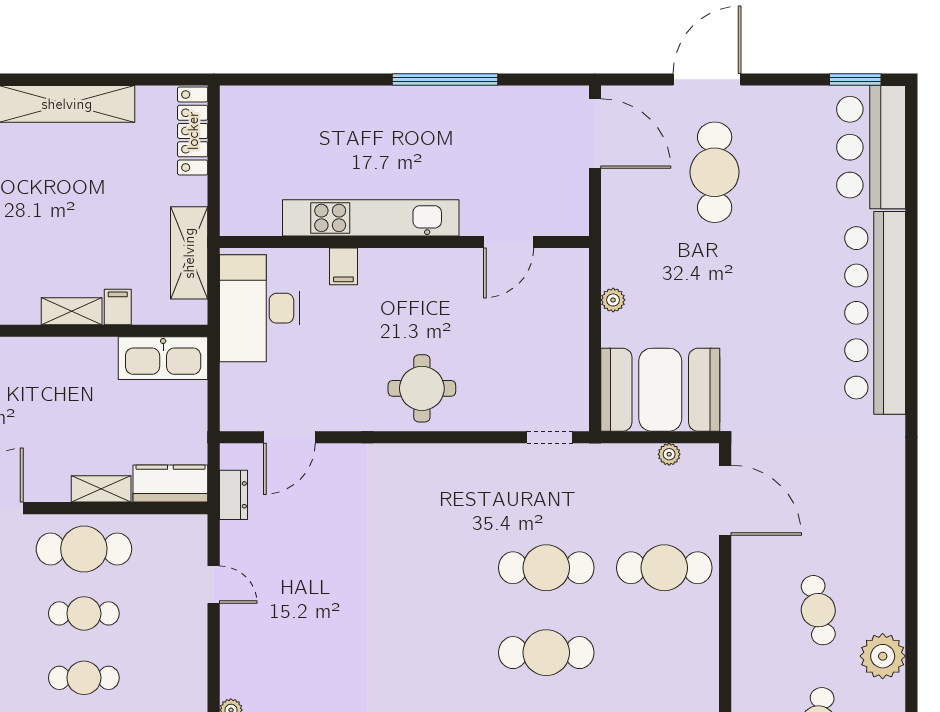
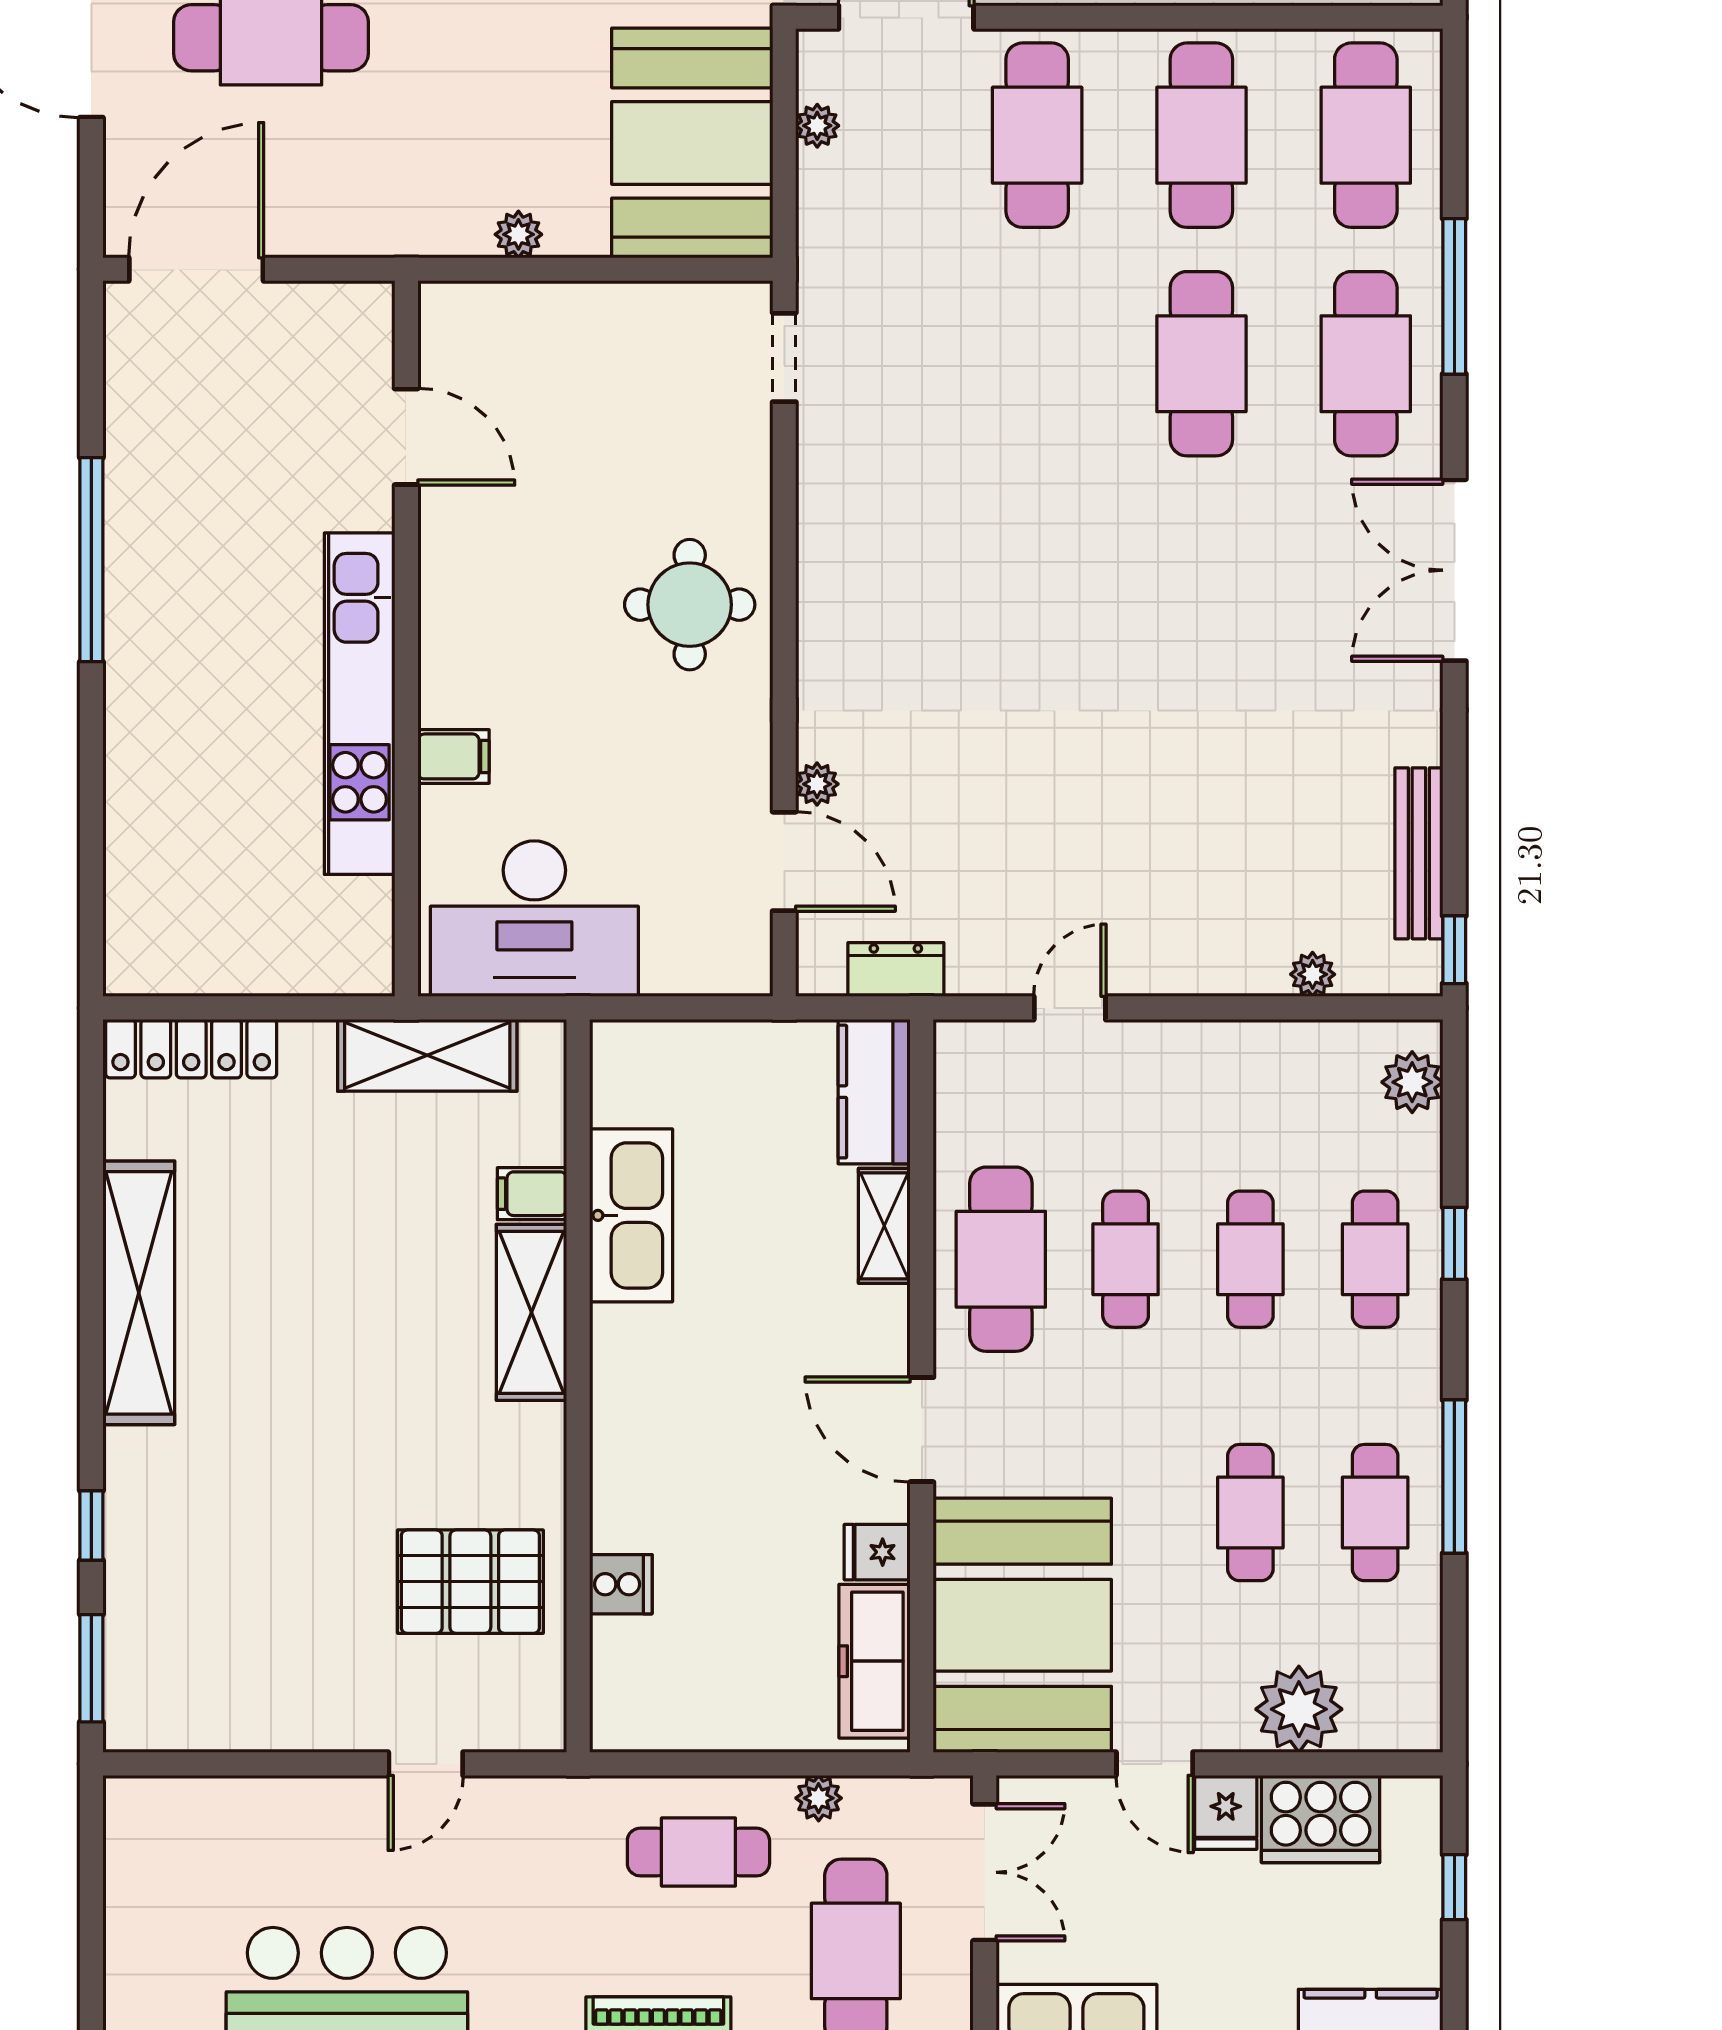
shelving: (72, 311) -> (531, 1312), width x1.50, depth x1.33
kitchen sink: (163, 358) -> (631, 1215), moved
plant: (329, 454) -> (817, 784), added
cafe table: (546, 568) -> (1201, 135), moved

